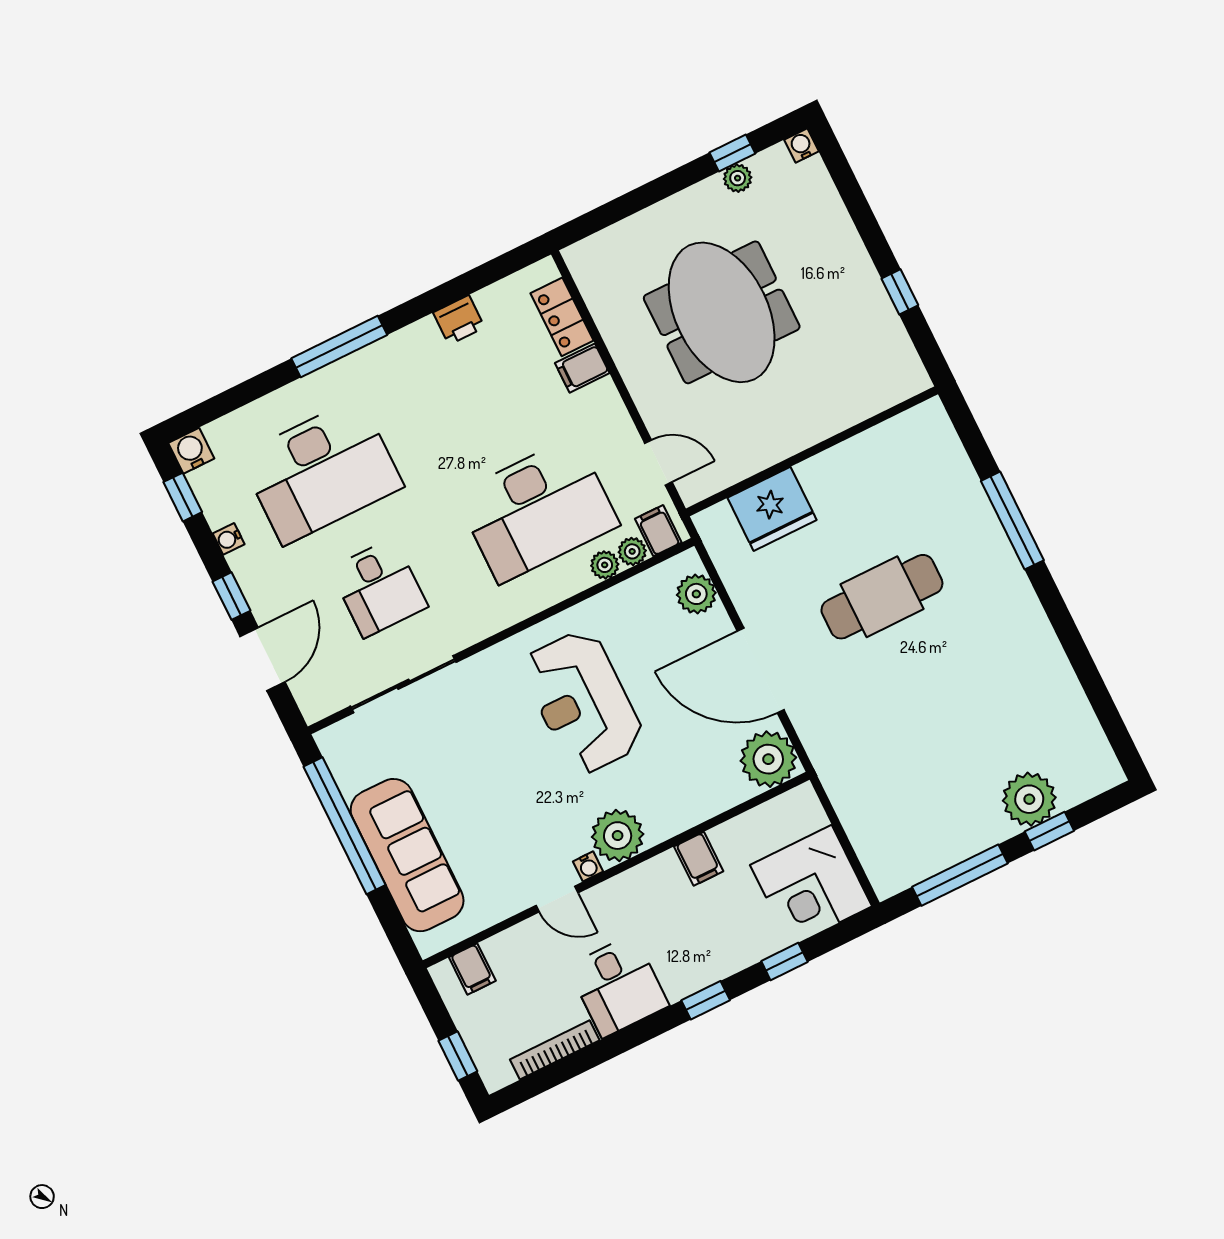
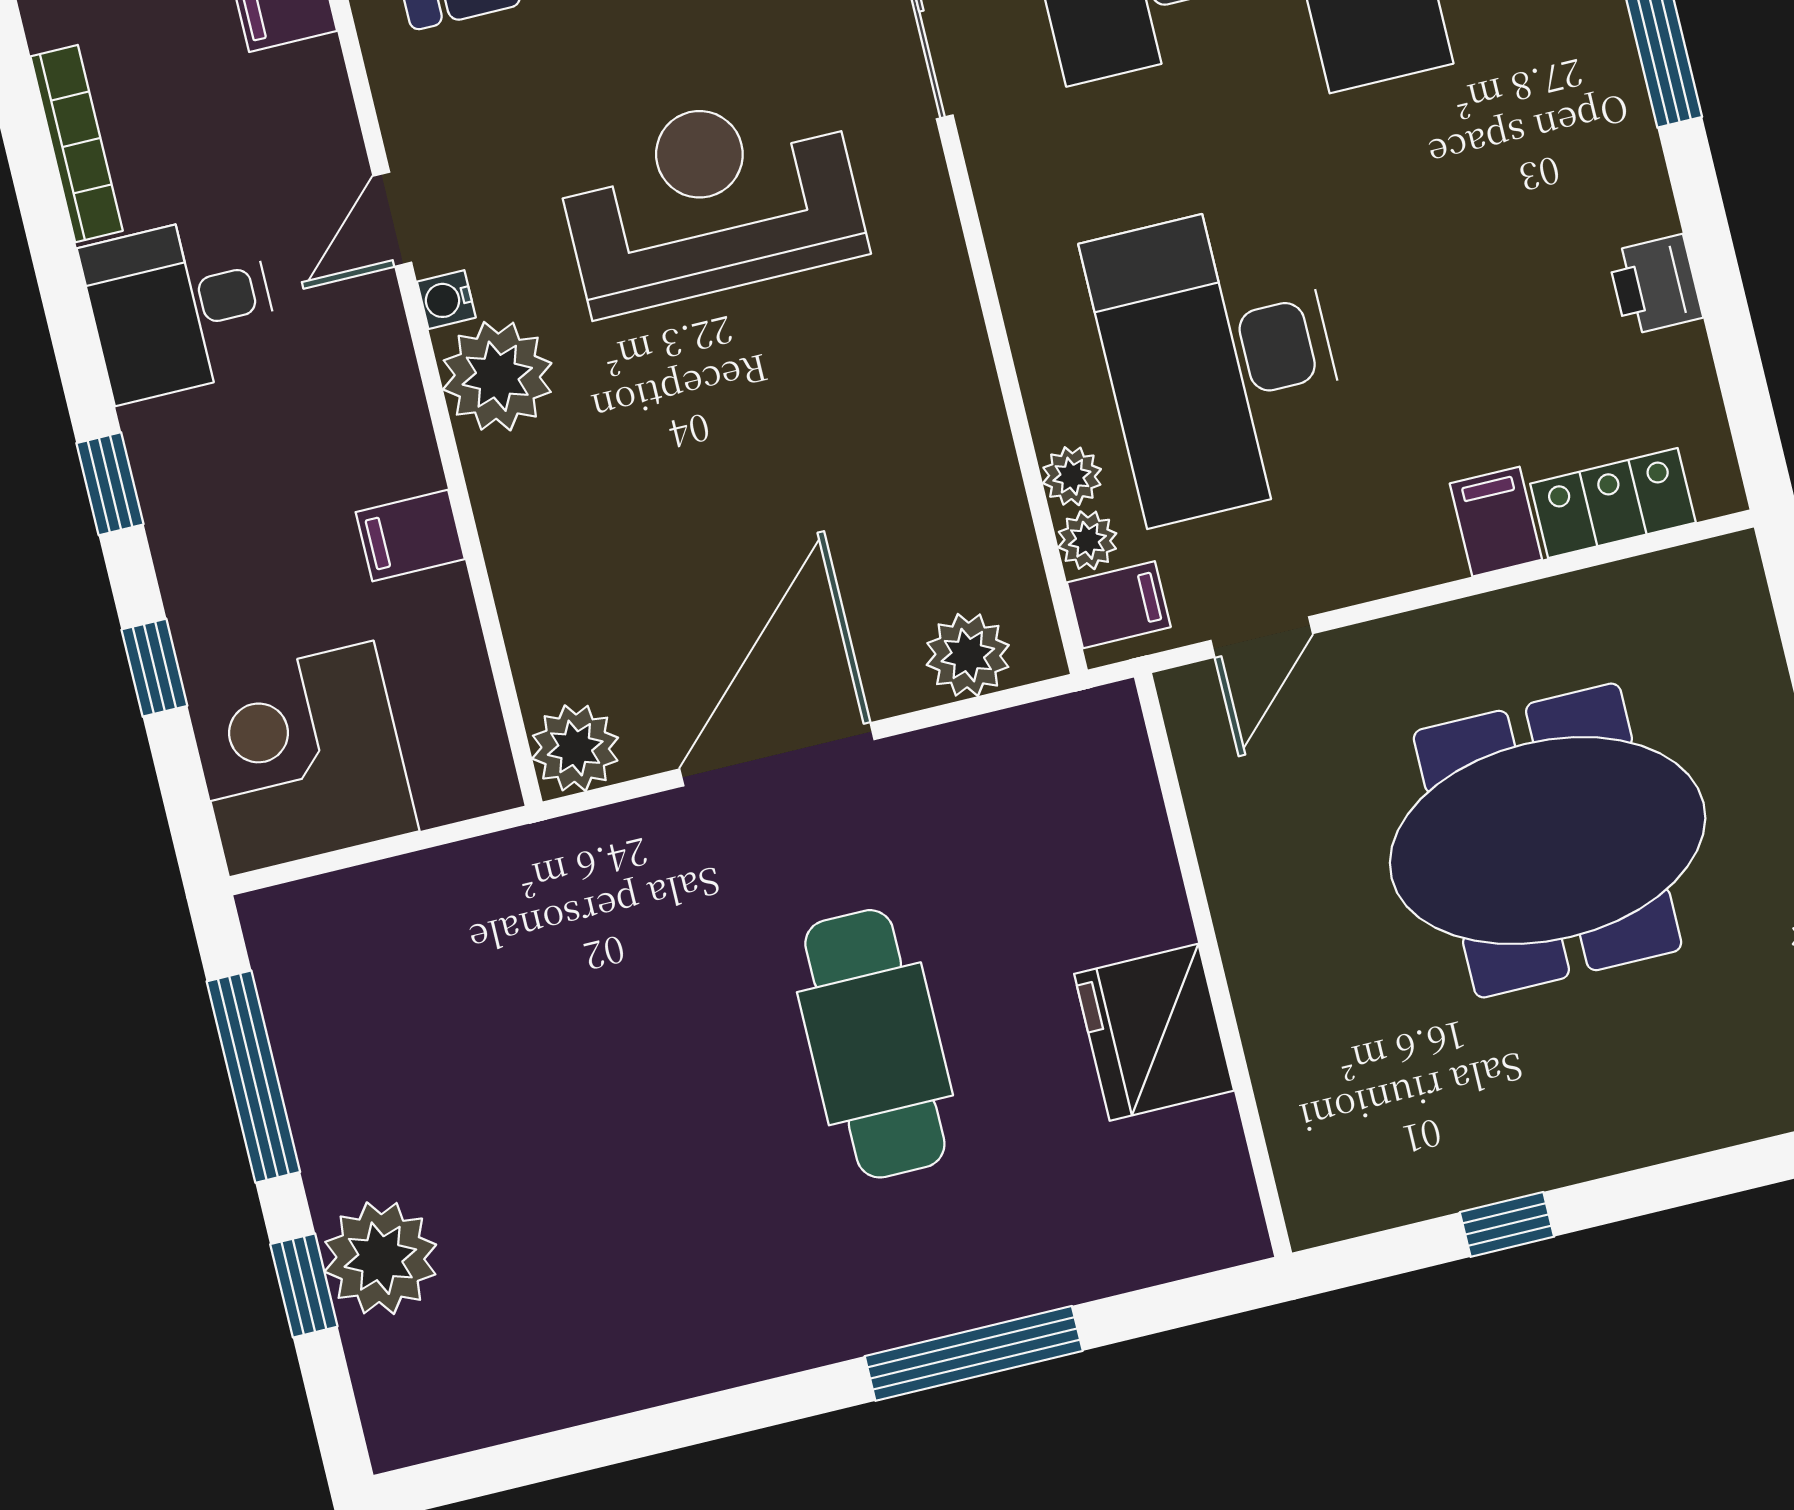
fridge: (772, 509) -> (1154, 1032), moved
reception desk: (583, 702) -> (710, 200), moved
plant: (768, 759) -> (575, 748), width x0.73, depth x0.73

